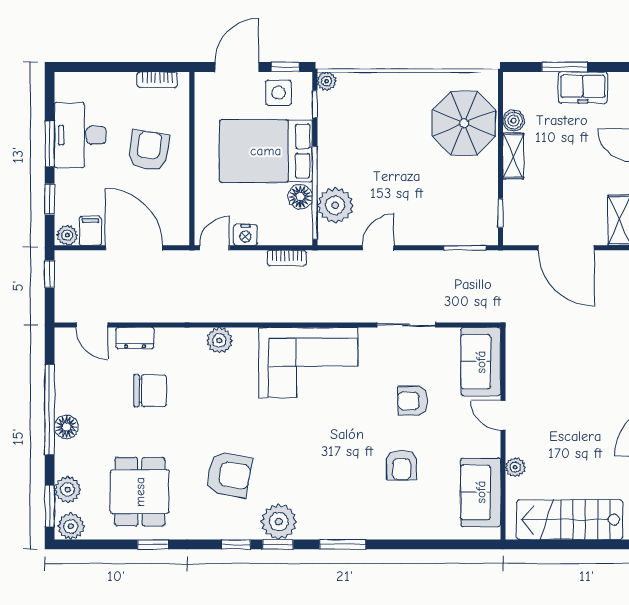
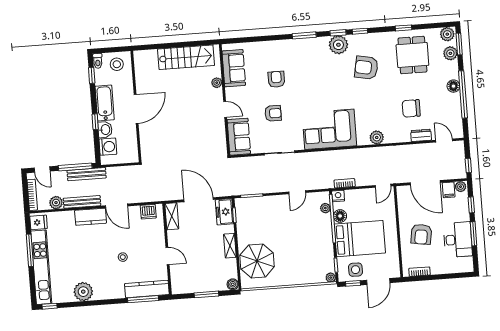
freezer: (583, 88) -> (225, 212), moved, turned -90
boiler: (514, 121) -> (233, 284), moved
plant: (335, 205) -> (325, 208), width x0.53, depth x0.53
nightstand: (245, 235) -> (338, 196), moved

